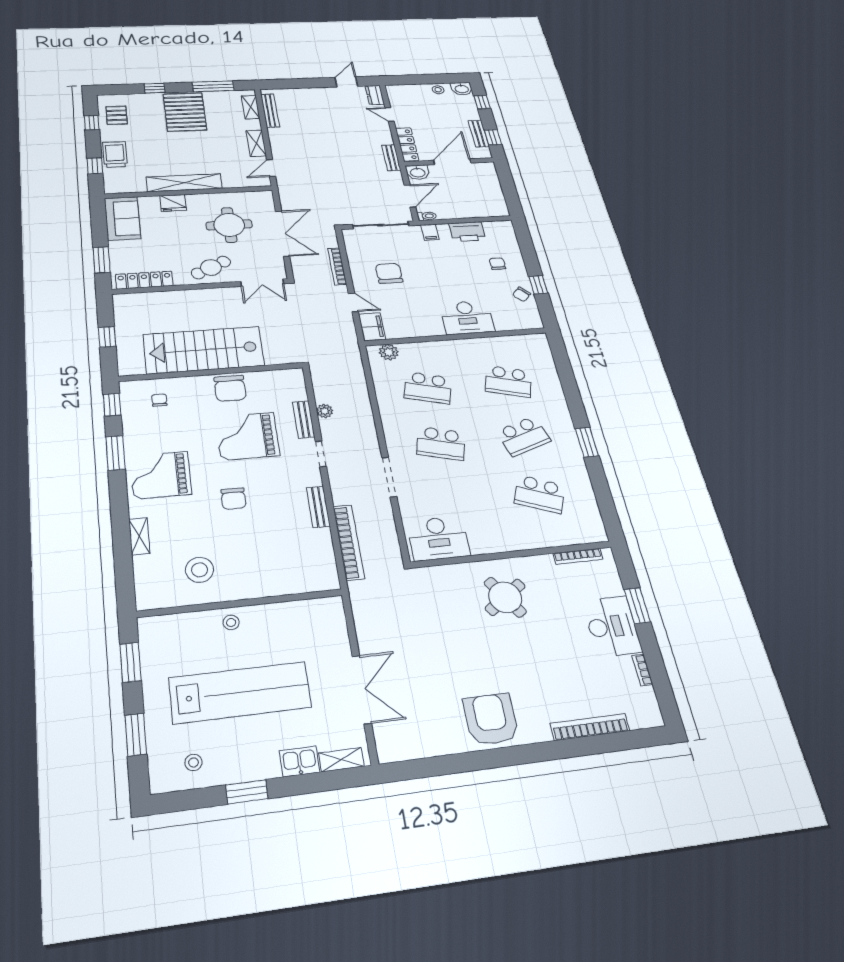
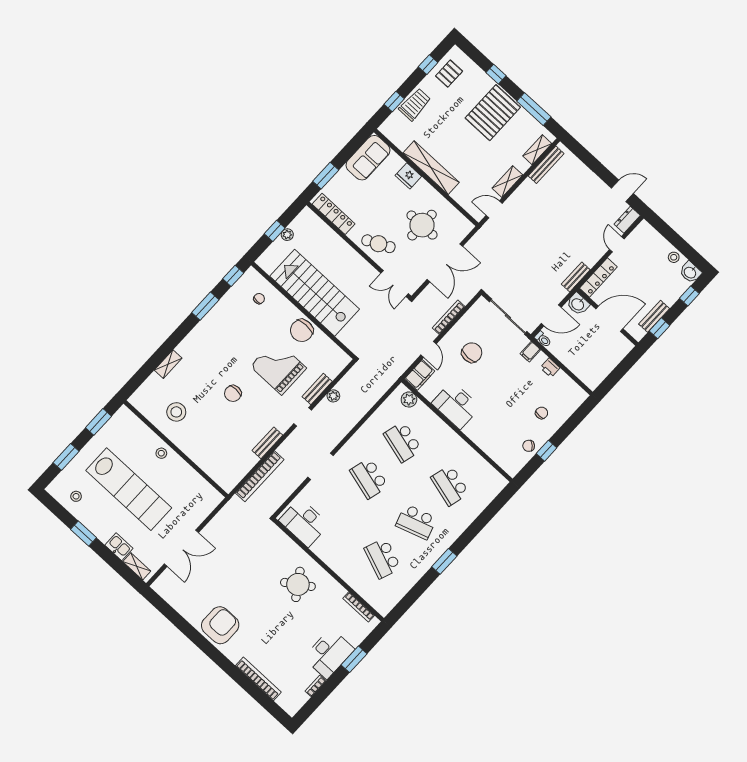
printer: (467, 232) -> (550, 368), width x0.53, depth x0.68
desk: (467, 318) -> (456, 405), moved
plant: (122, 330) -> (287, 235), added
grand piano: (161, 475) -> (213, 342), removed

